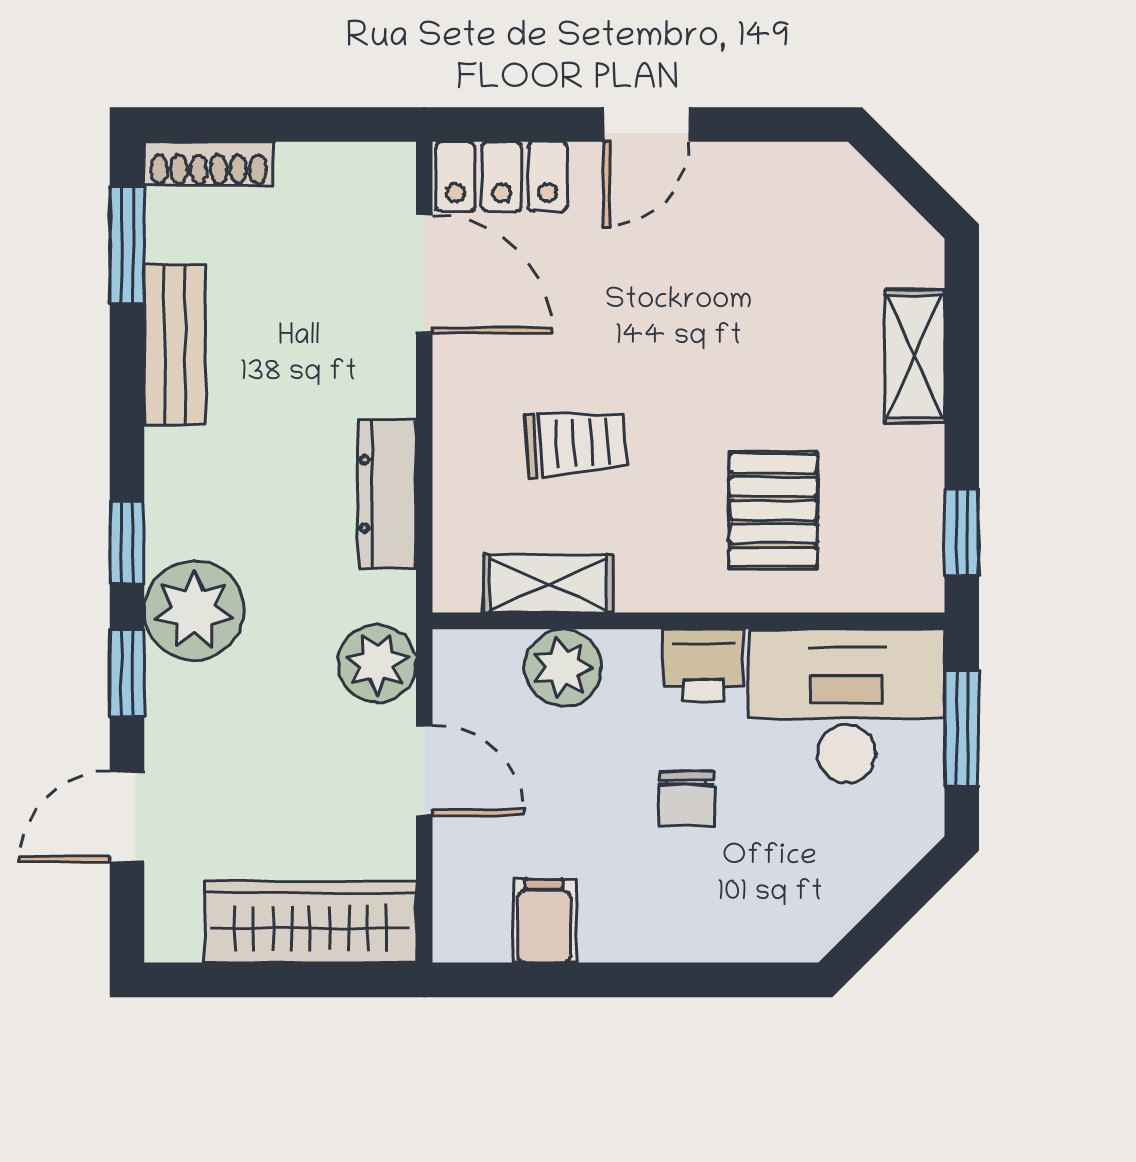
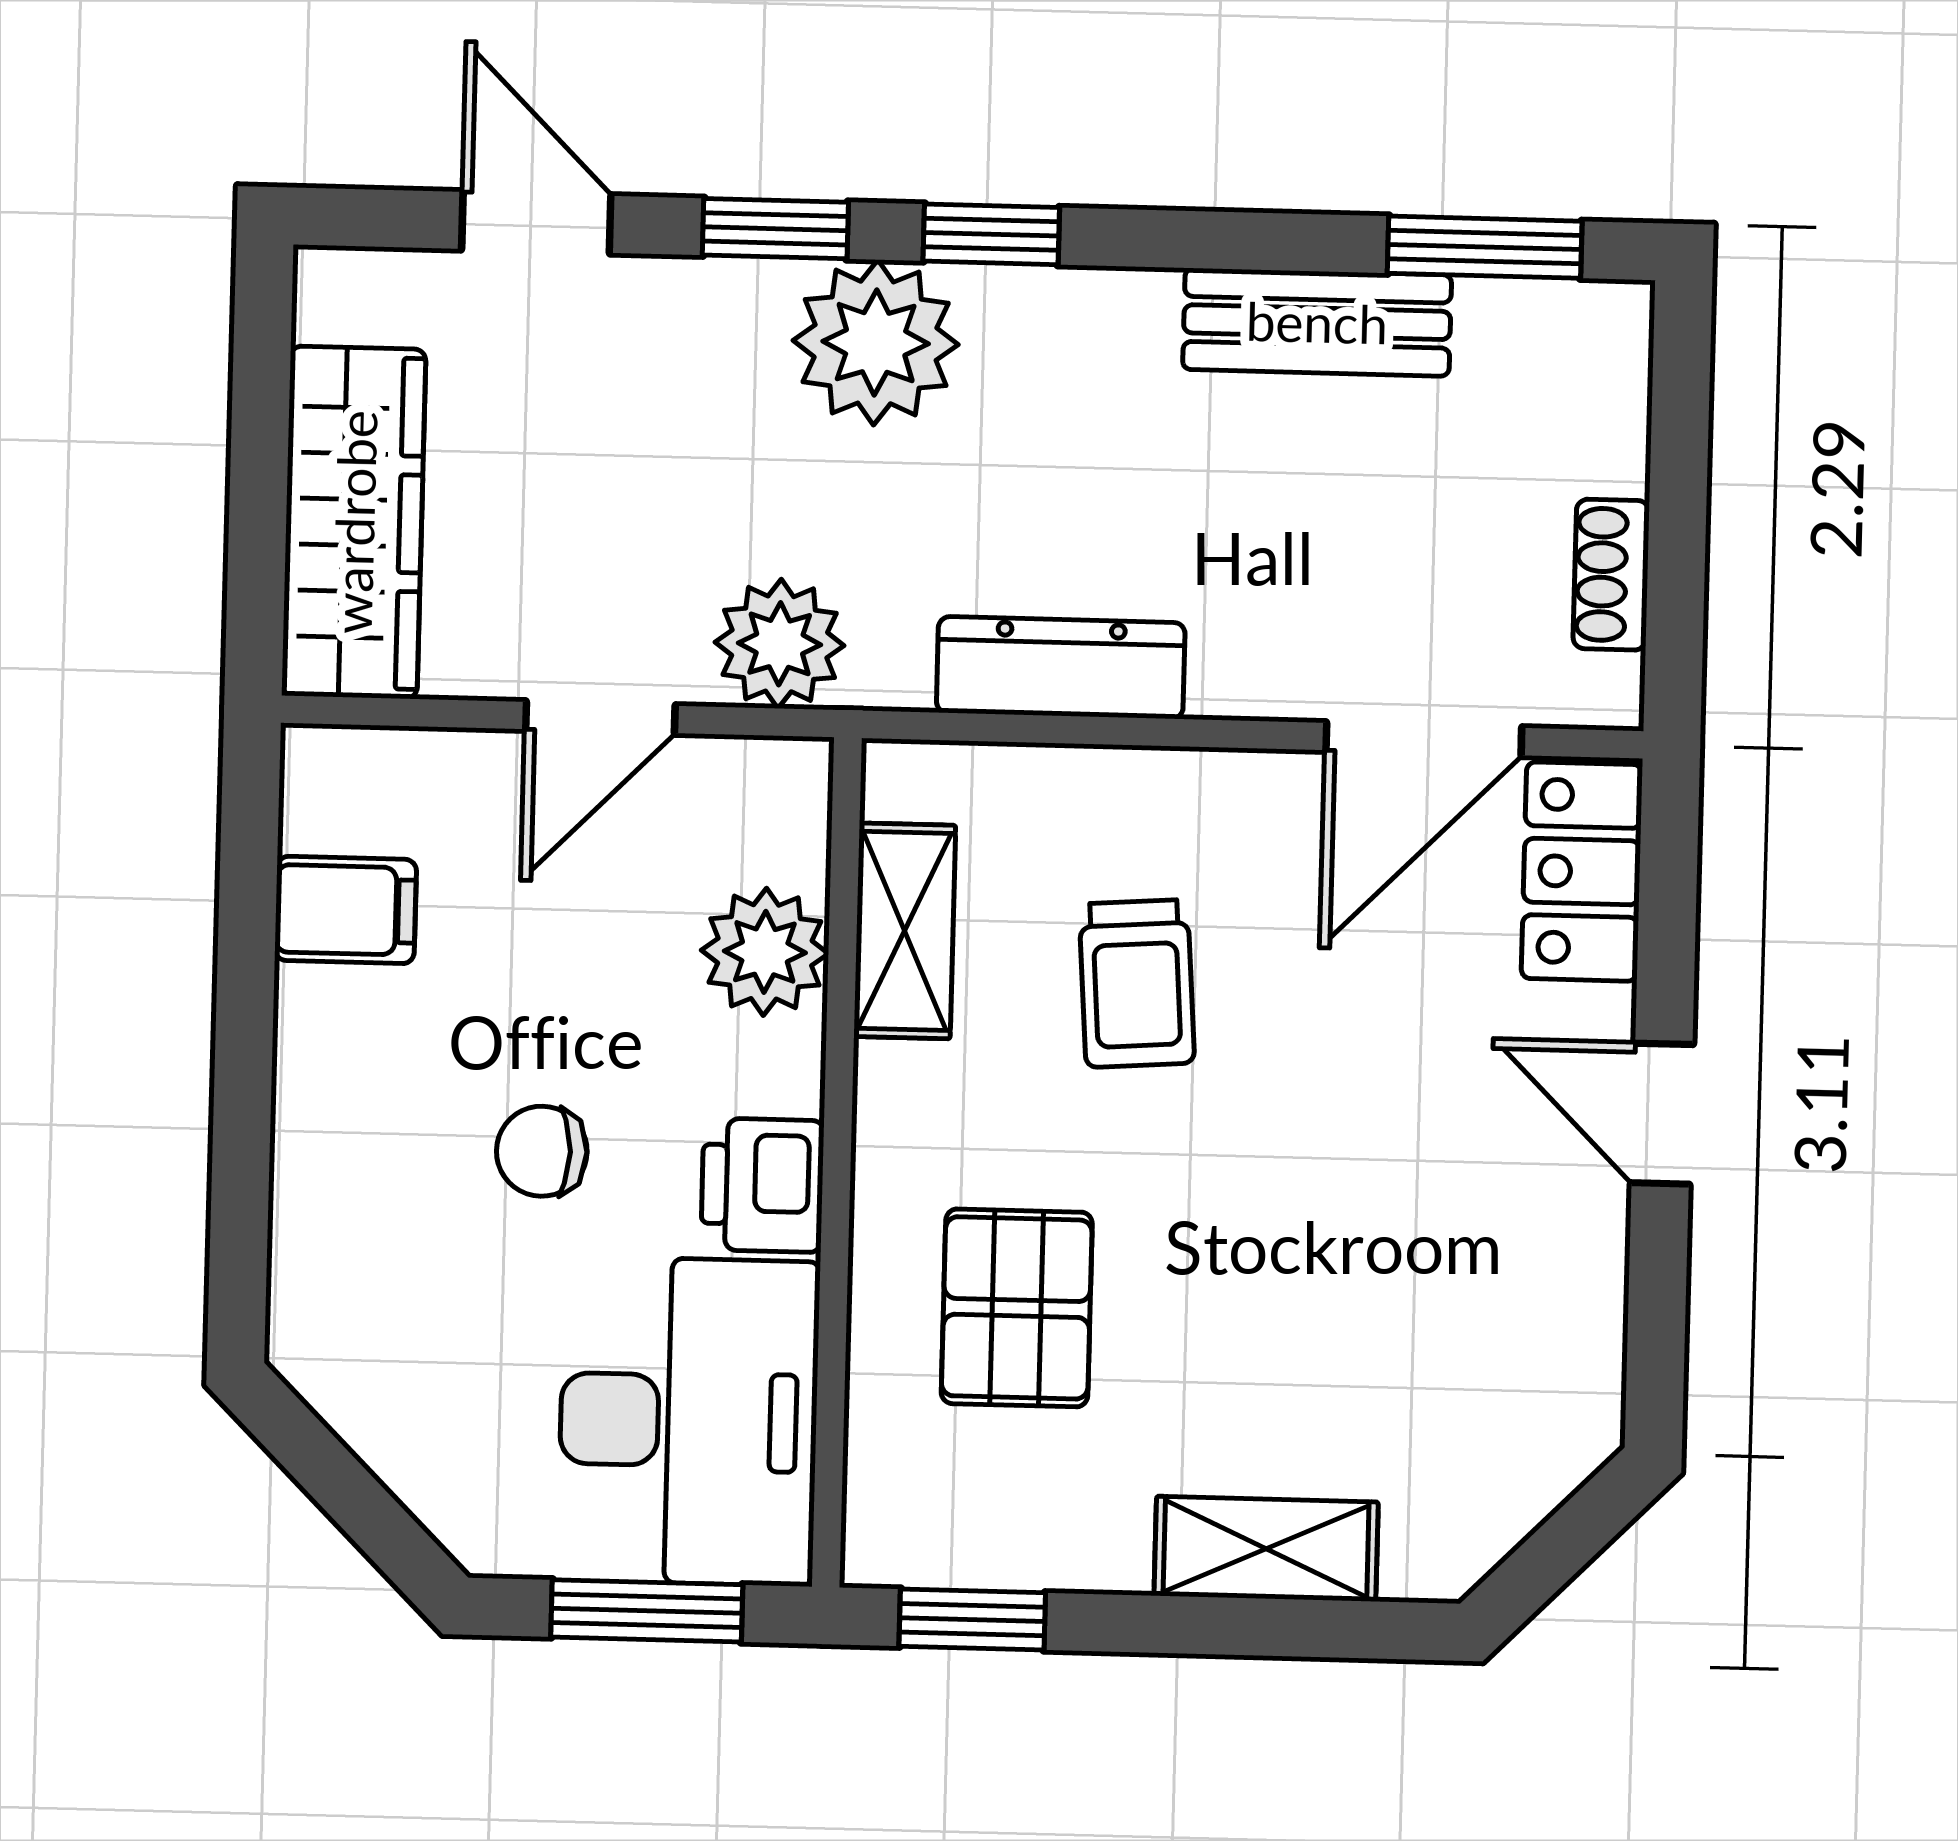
shoe rack: (209, 164) -> (1611, 575), moved, width x0.70
pallet: (773, 510) -> (1017, 1308), turned 90

